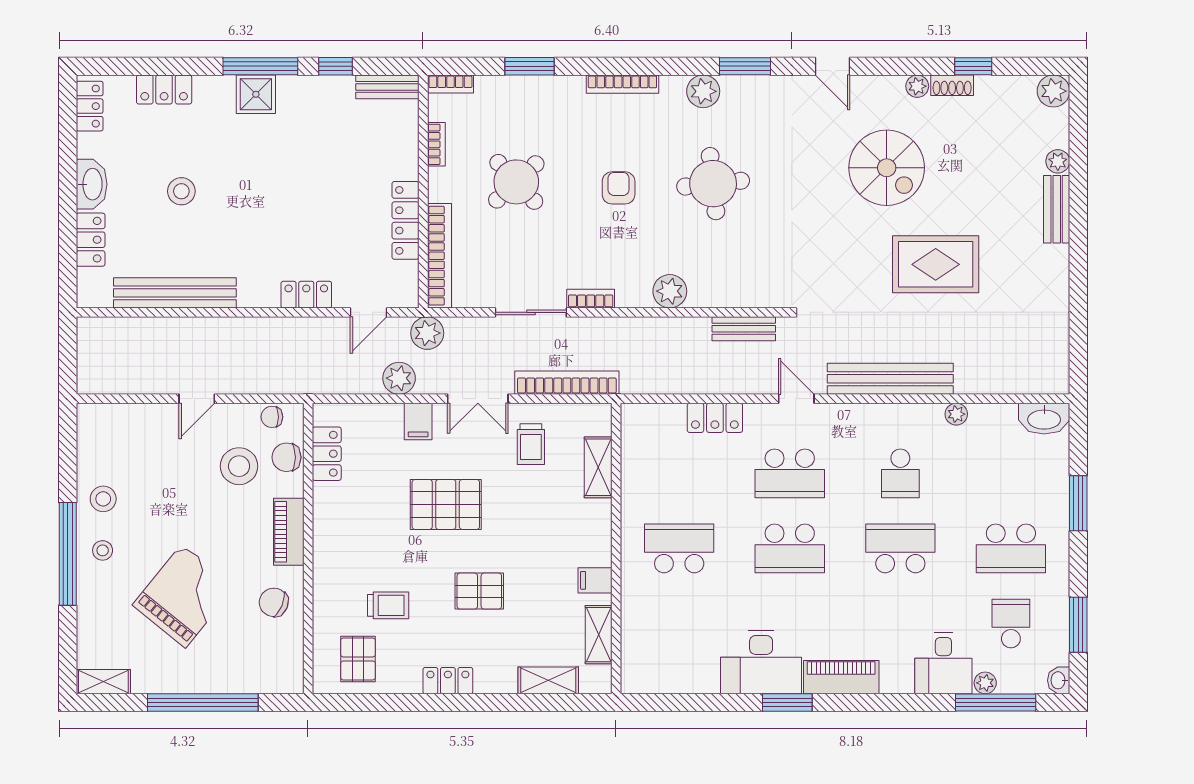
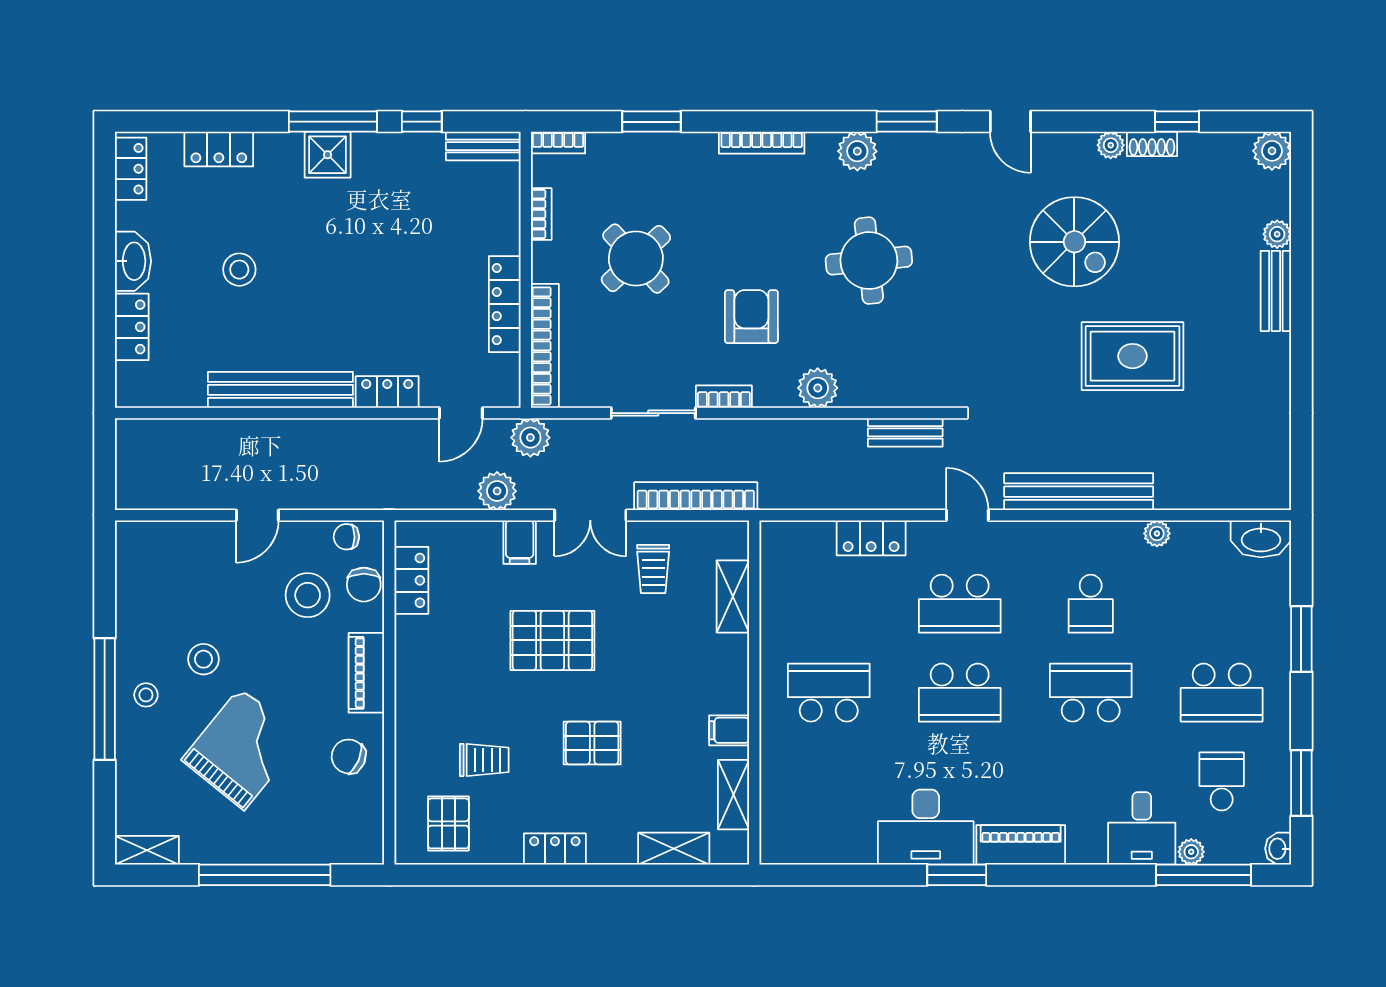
armchair: (619, 188) -> (751, 317), moved, width x1.38, depth x1.38
bench: (175, 293) -> (280, 390), moved
chair: (286, 457) -> (364, 585), turned -90
stool: (103, 499) -> (203, 659), moved

